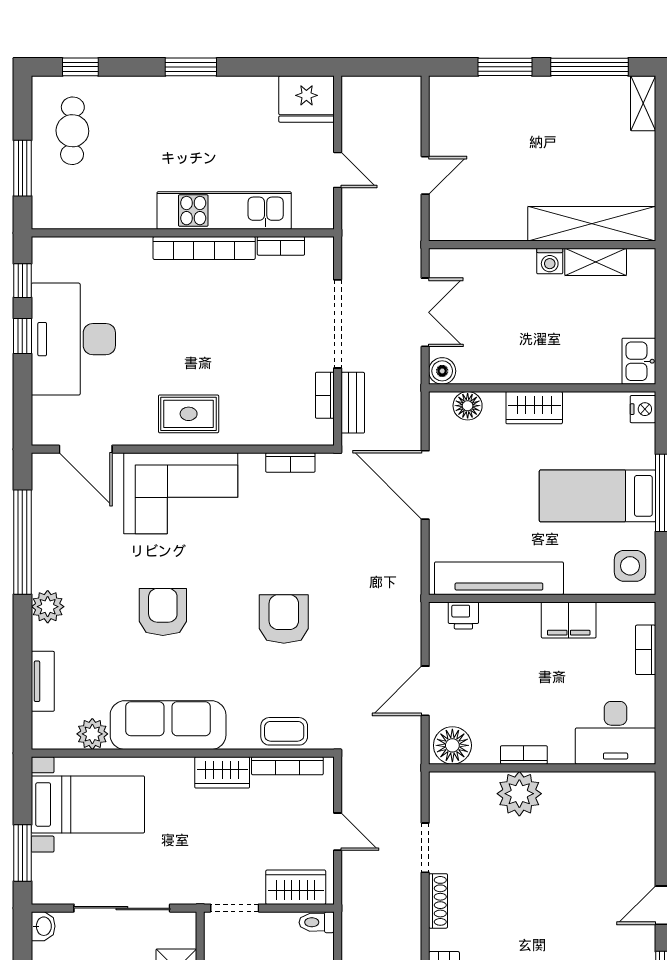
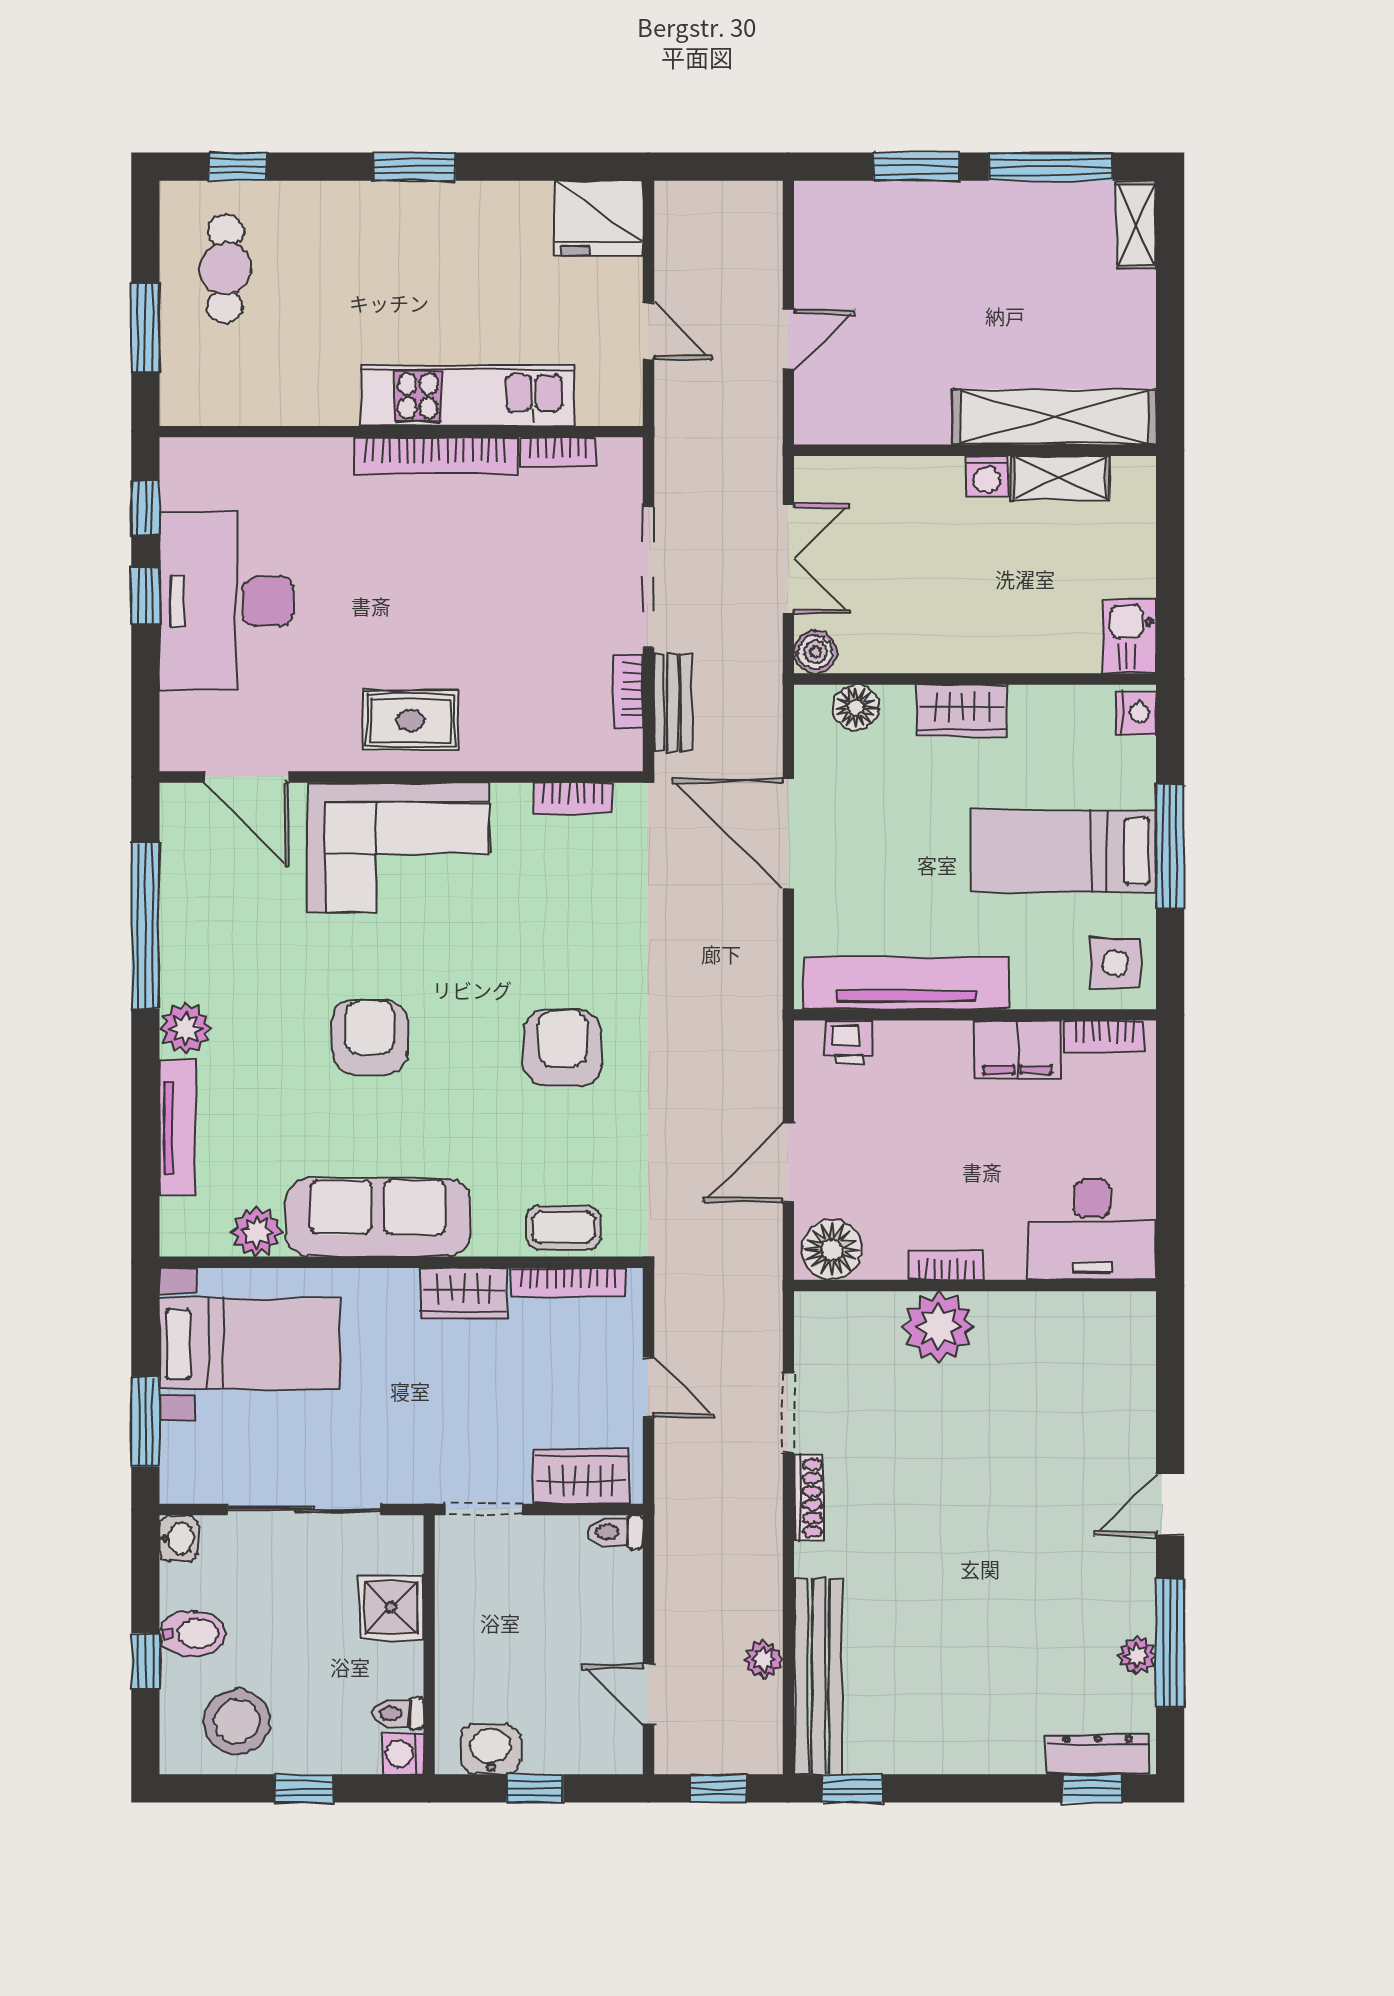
bookcase: (646, 650) -> (1104, 1036), moved, turned -90
tv unit: (43, 681) -> (178, 1128), width x1.41

